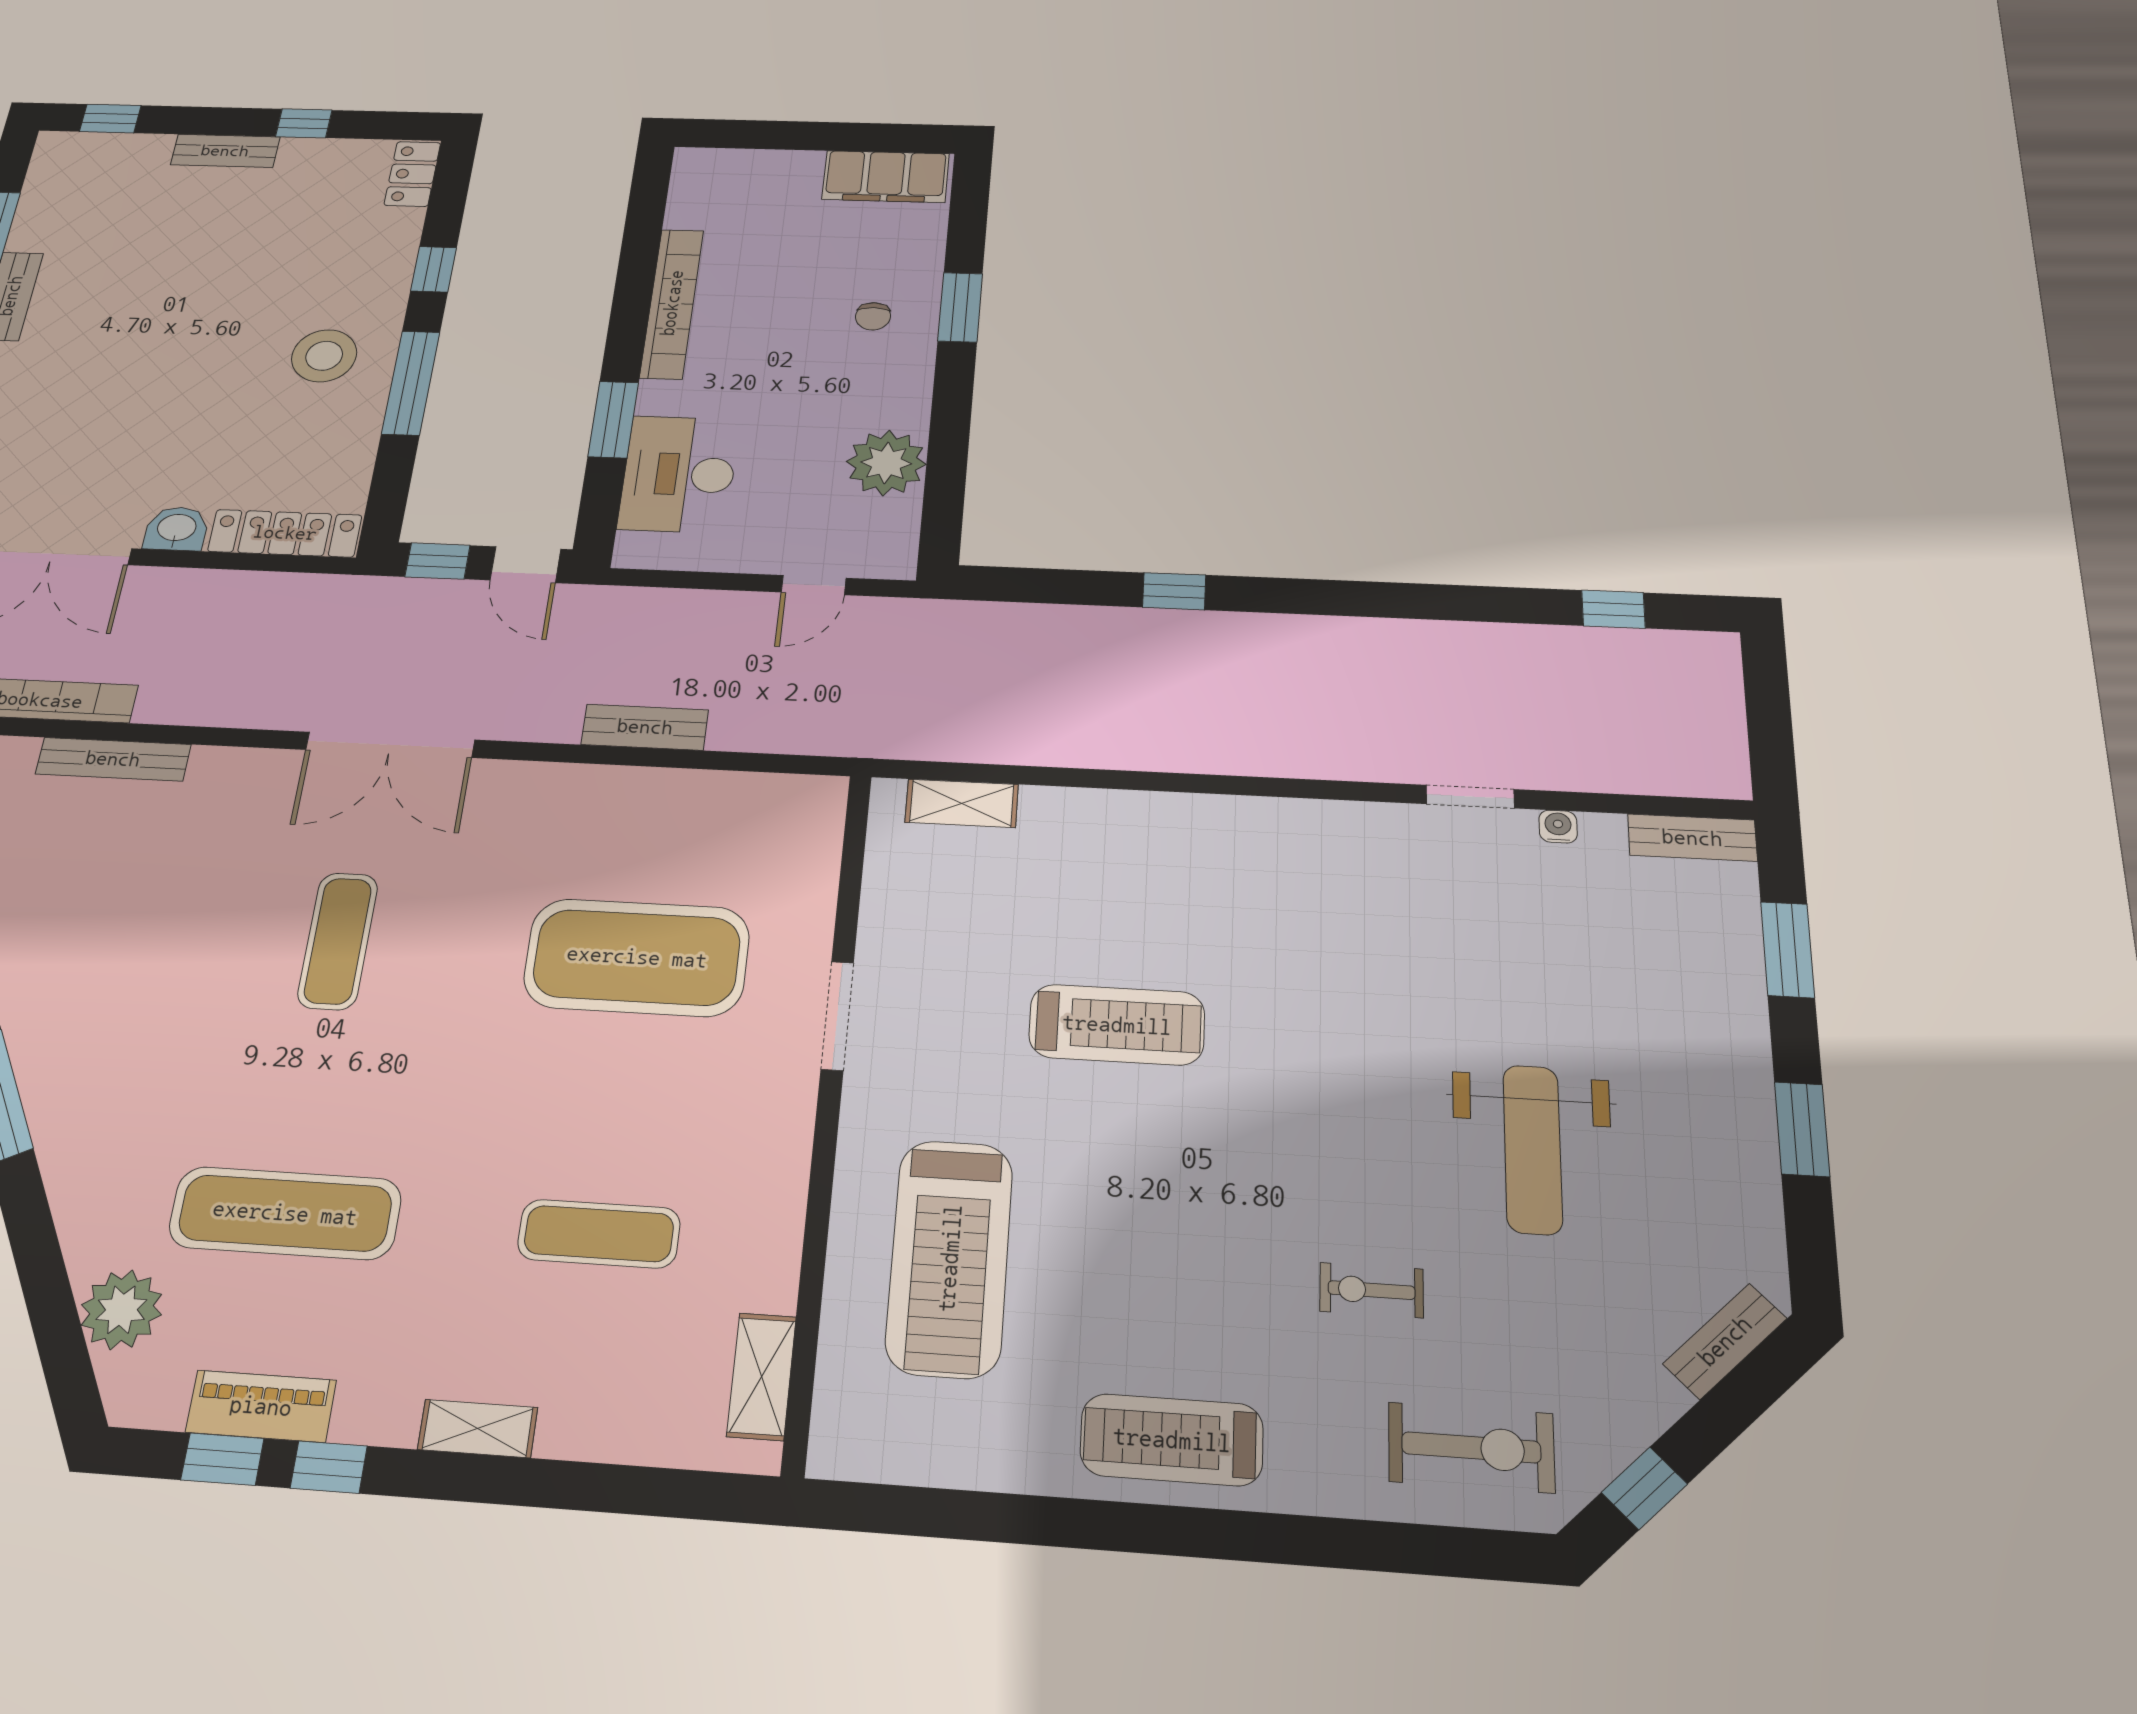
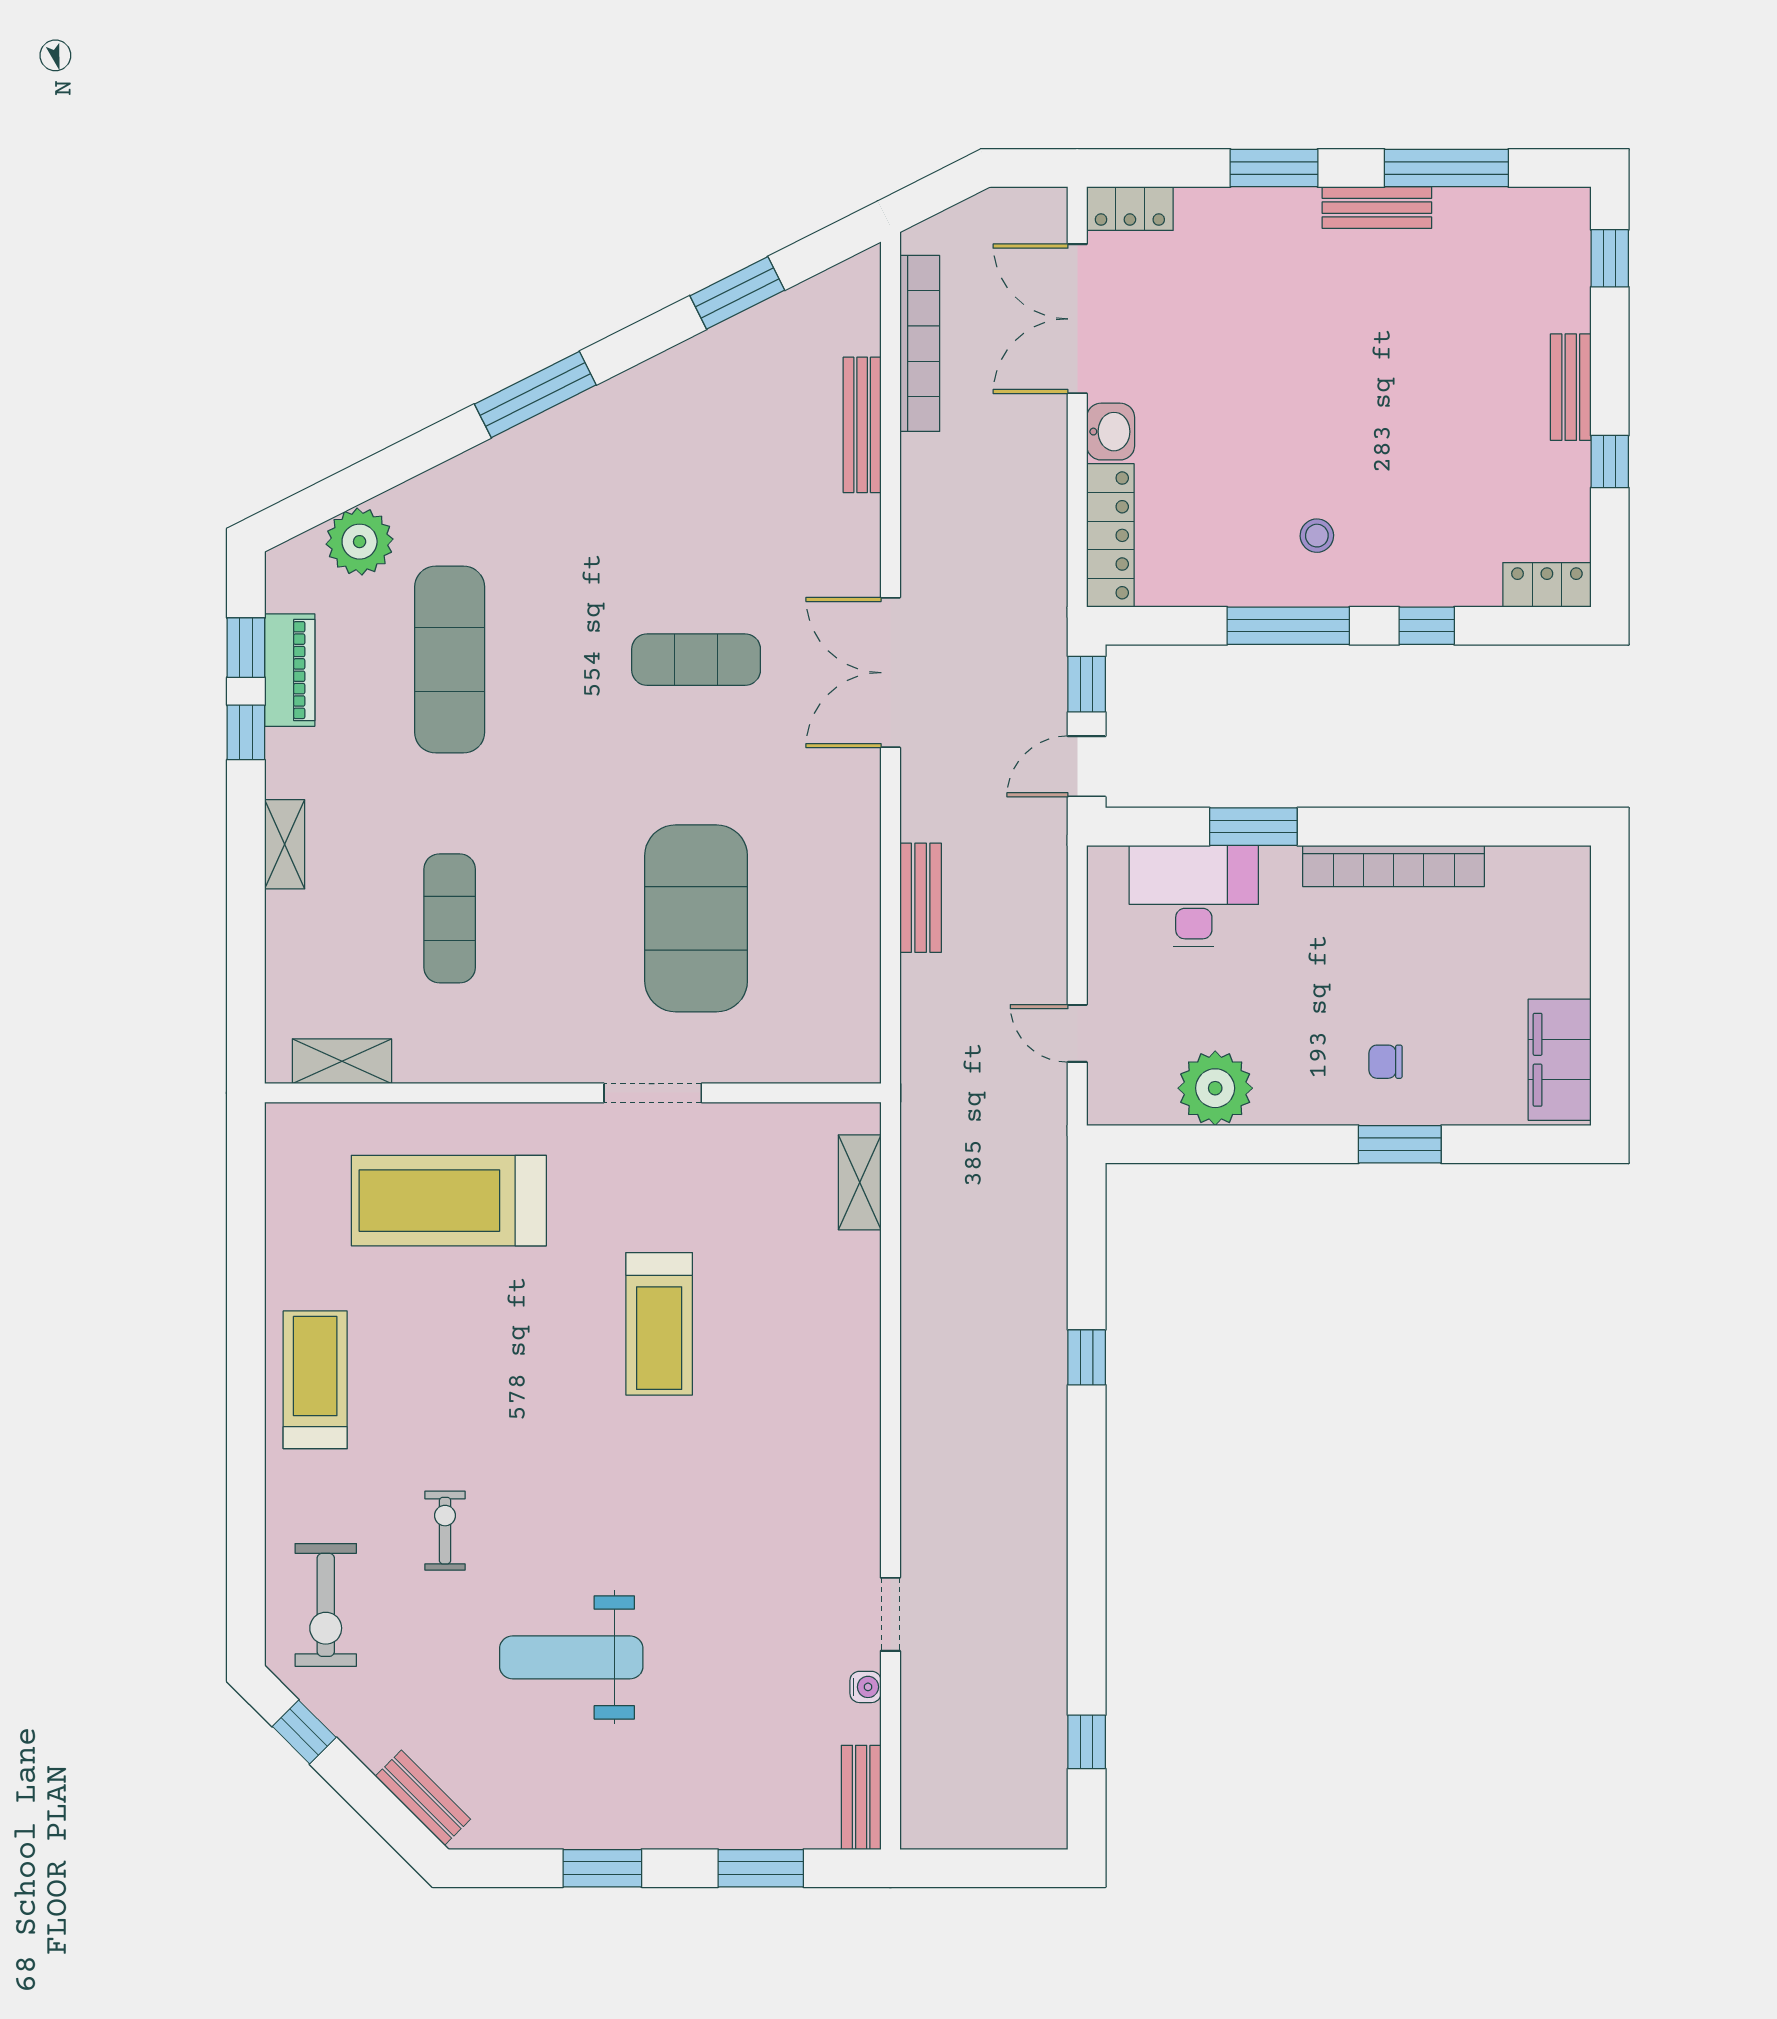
stool: (324, 356) -> (1317, 536), width x0.53, depth x0.53

